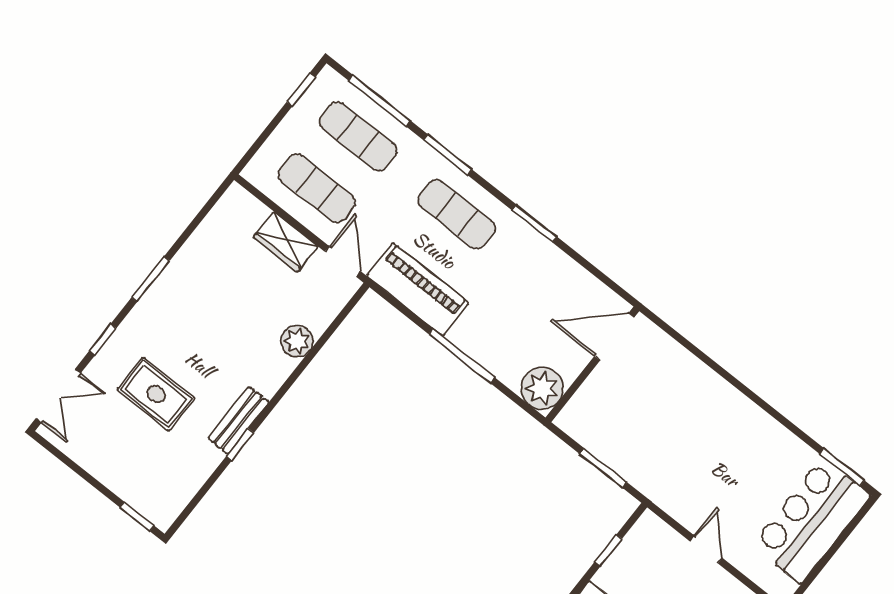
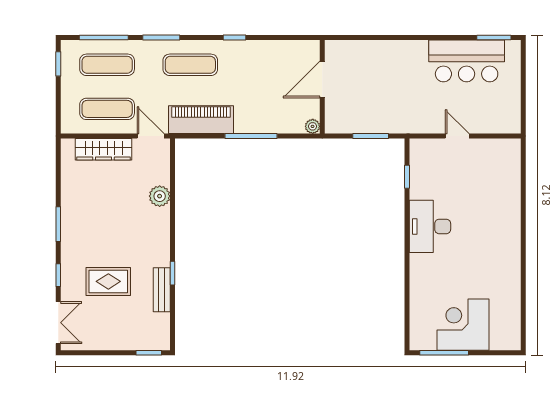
window: (535, 224) -> (234, 38), width x0.67
wardrobe: (286, 242) -> (104, 149), width x1.50
door: (614, 337) -> (322, 80), moved
plant: (542, 388) -> (313, 126), width x0.53, depth x0.53
bench: (238, 420) -> (162, 290), moved
bar counter: (811, 520) -> (467, 61), moved, turned -90

